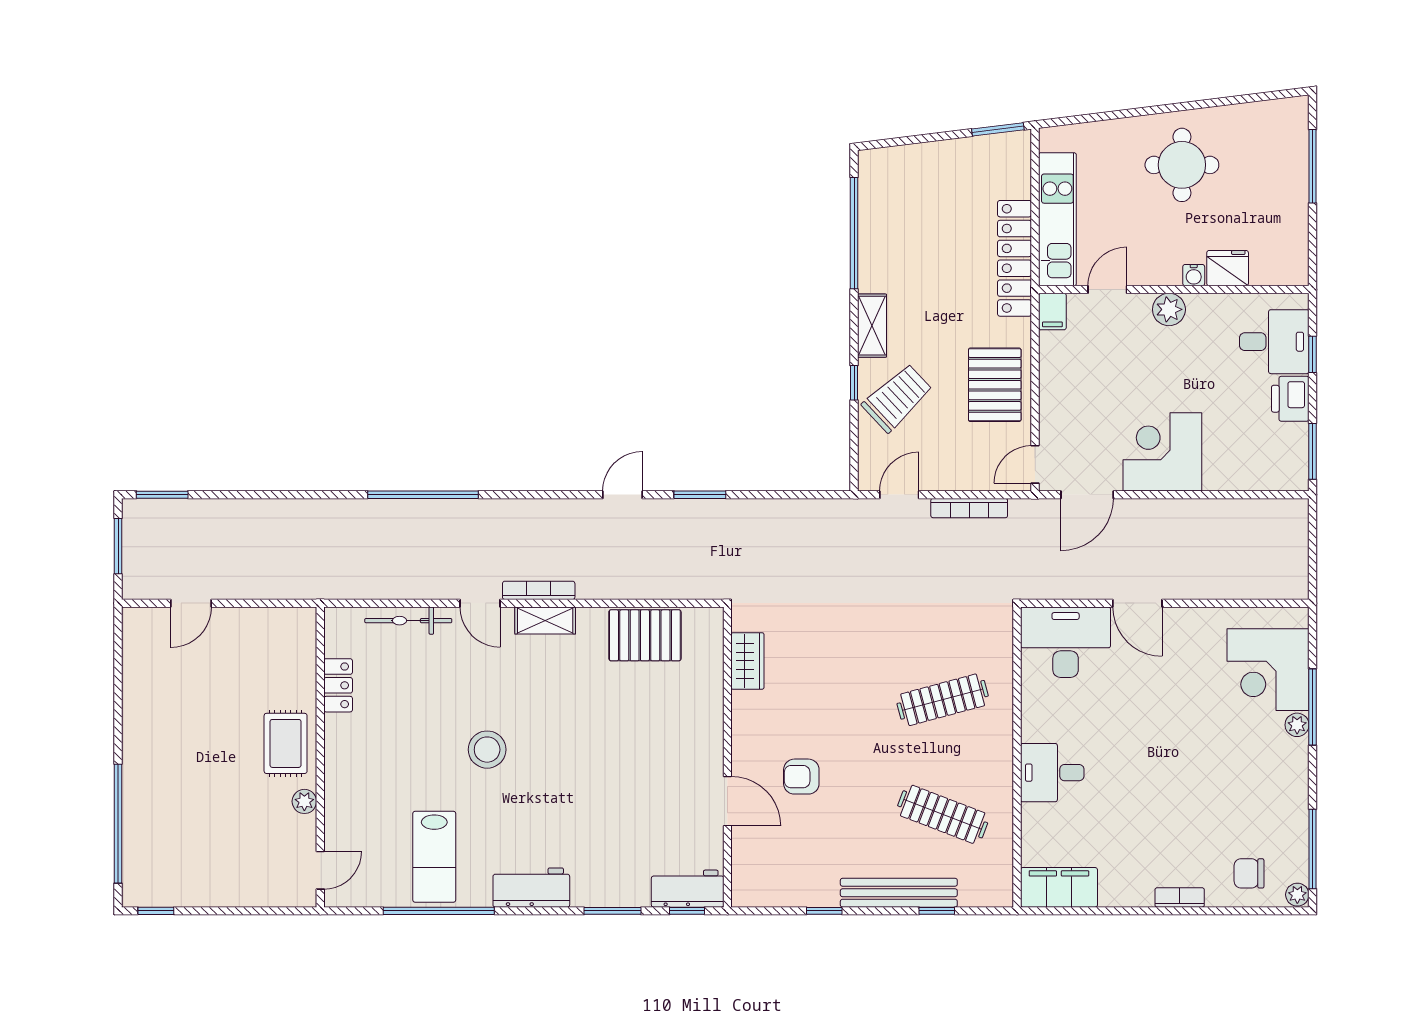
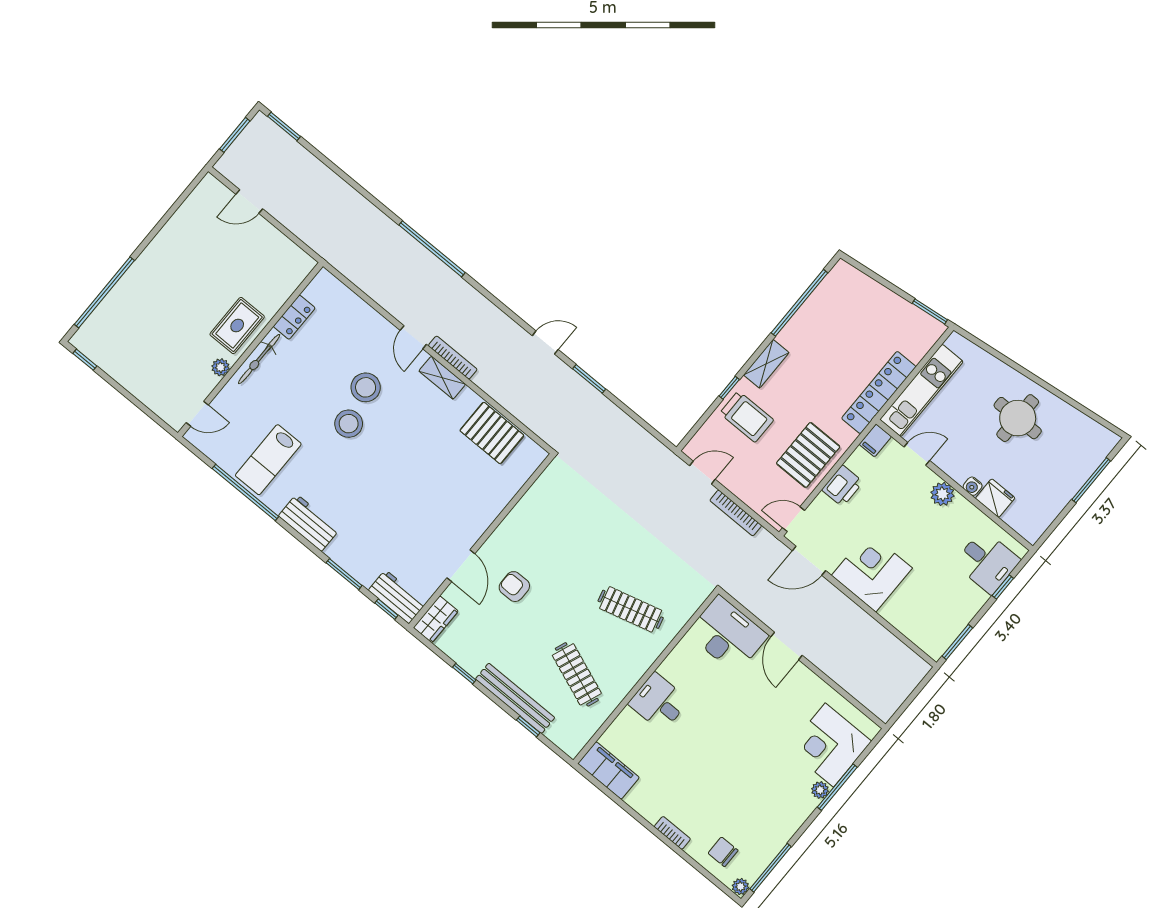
trolley: (897, 398) -> (747, 417), turned 43
printer: (1290, 399) -> (842, 486), moved, turned 180
bicycle: (408, 621) -> (259, 359), moved, turned -90
wardrobe: (747, 661) -> (436, 619), moved
stool: (473, 697) -> (366, 387), added

